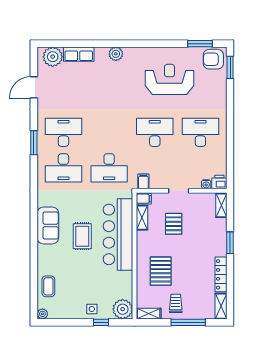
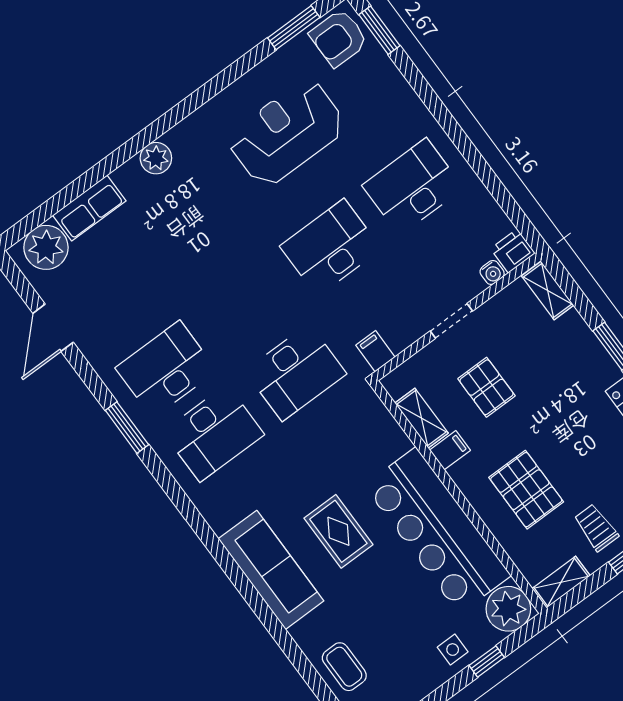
filing cabinet: (144, 199) -> (450, 450), moved
sofa: (48, 225) -> (271, 570), width x1.36
bar counter: (118, 234) -> (437, 531), moved

